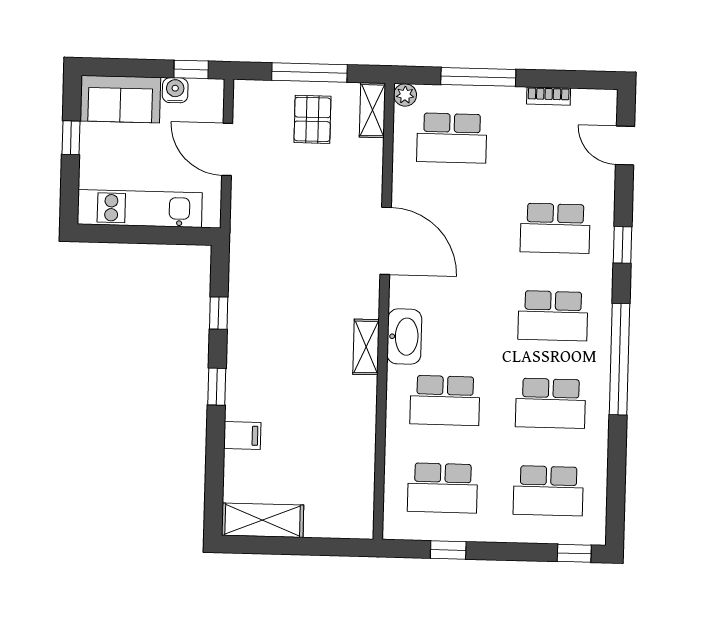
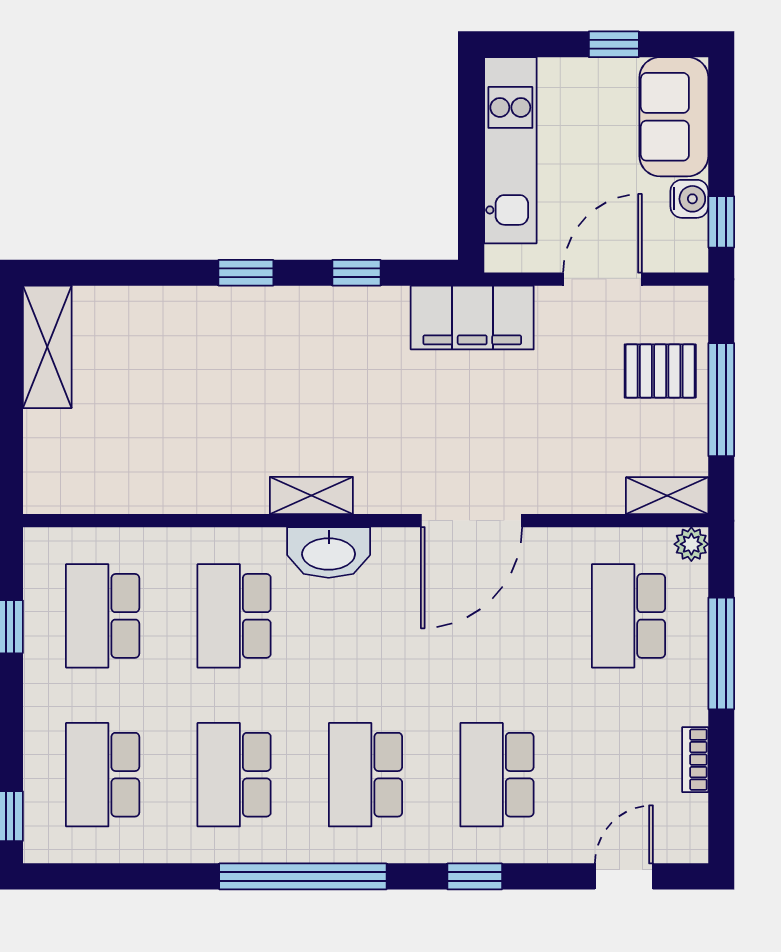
pallet: (312, 119) -> (660, 371), moved
filing cabinet: (242, 435) -> (472, 318), moved, width x3.00, depth x1.17

